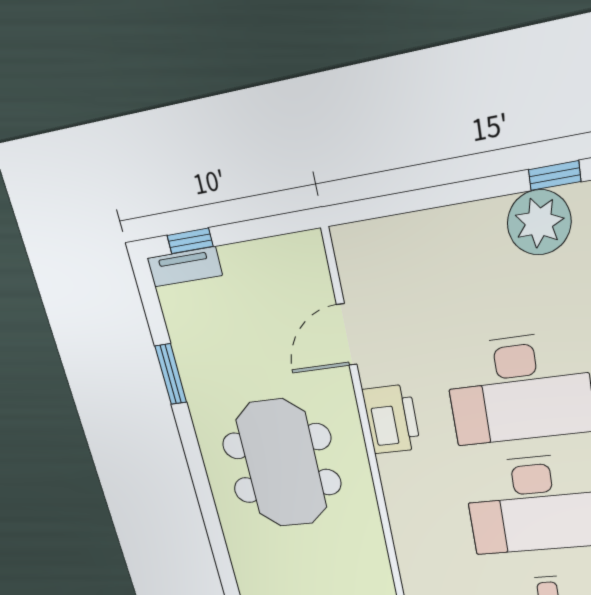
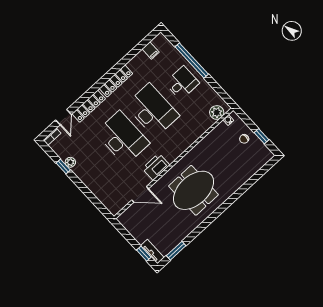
plant: (539, 222) -> (70, 162), width x0.53, depth x0.53
window: (171, 374) -> (176, 251), moved

